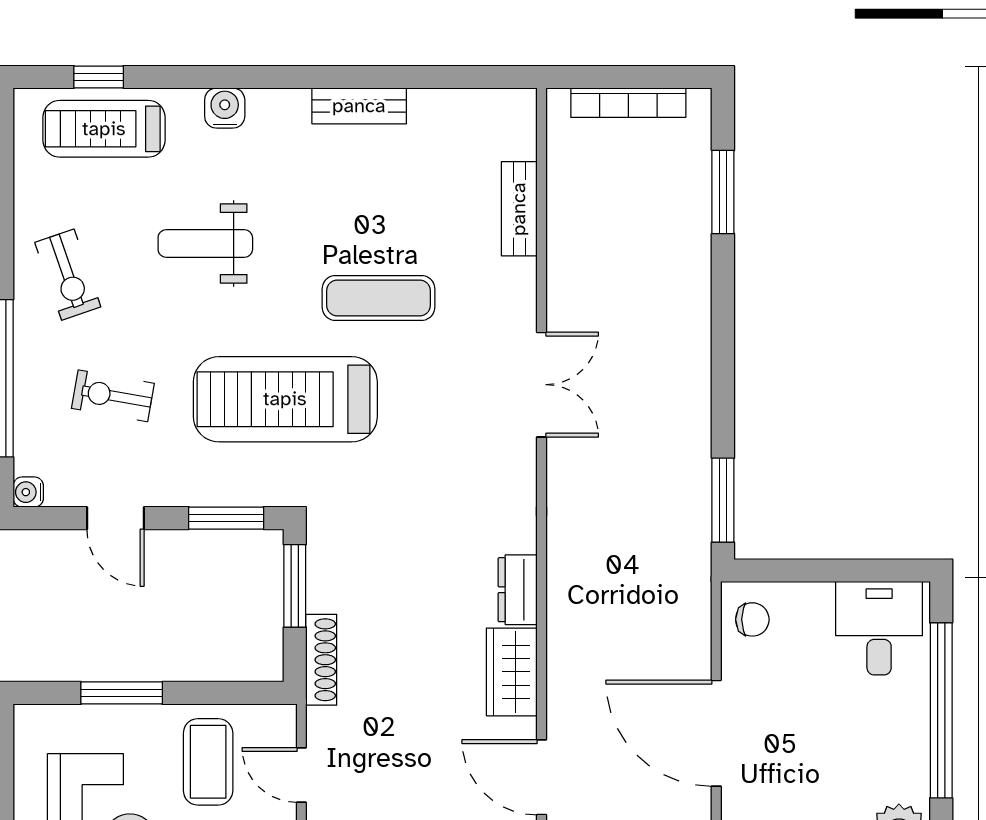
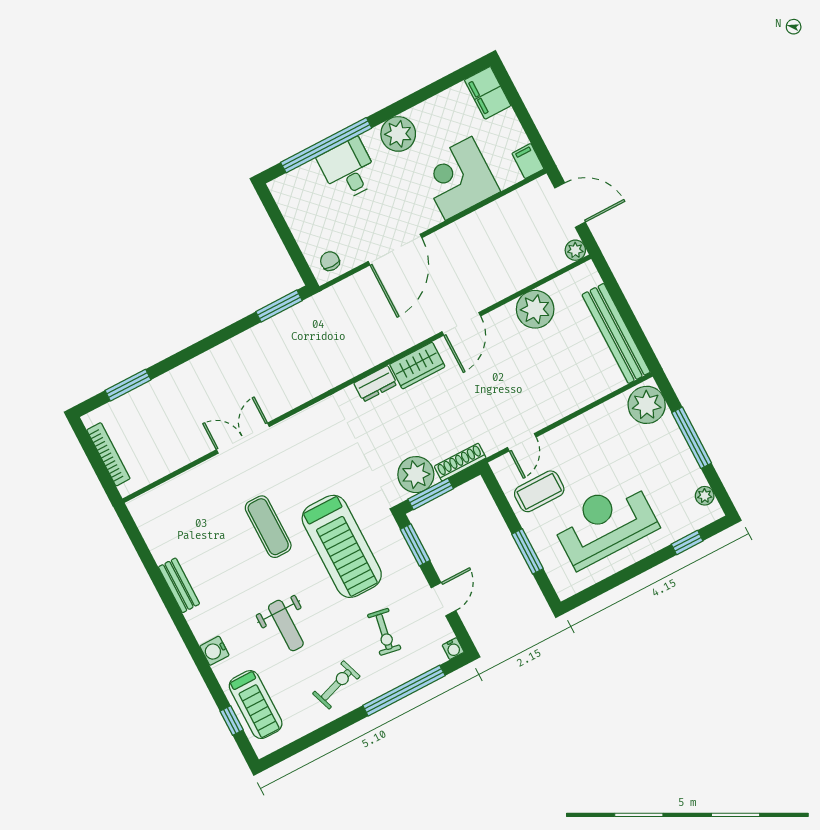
bench: (519, 209) -> (188, 481), removed
double door: (542, 385) -> (243, 438), moved
plant: (338, 578) -> (416, 475), added
desk: (879, 628) -> (349, 169), moved, turned 90

